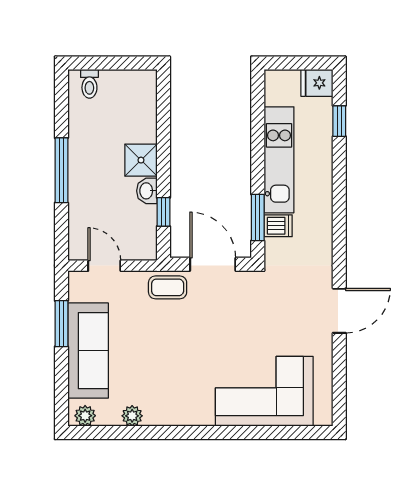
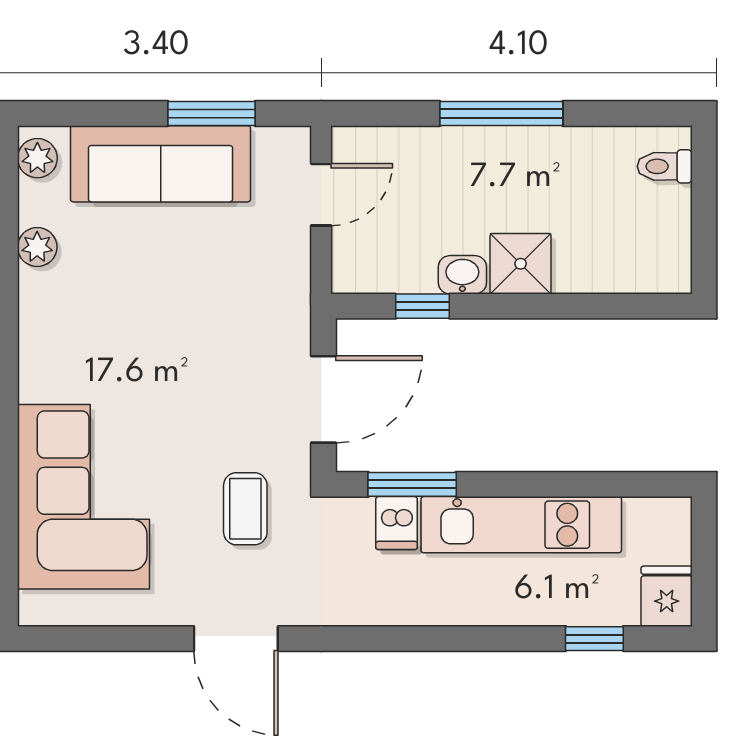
coffee table: (168, 287) -> (245, 509), moved

